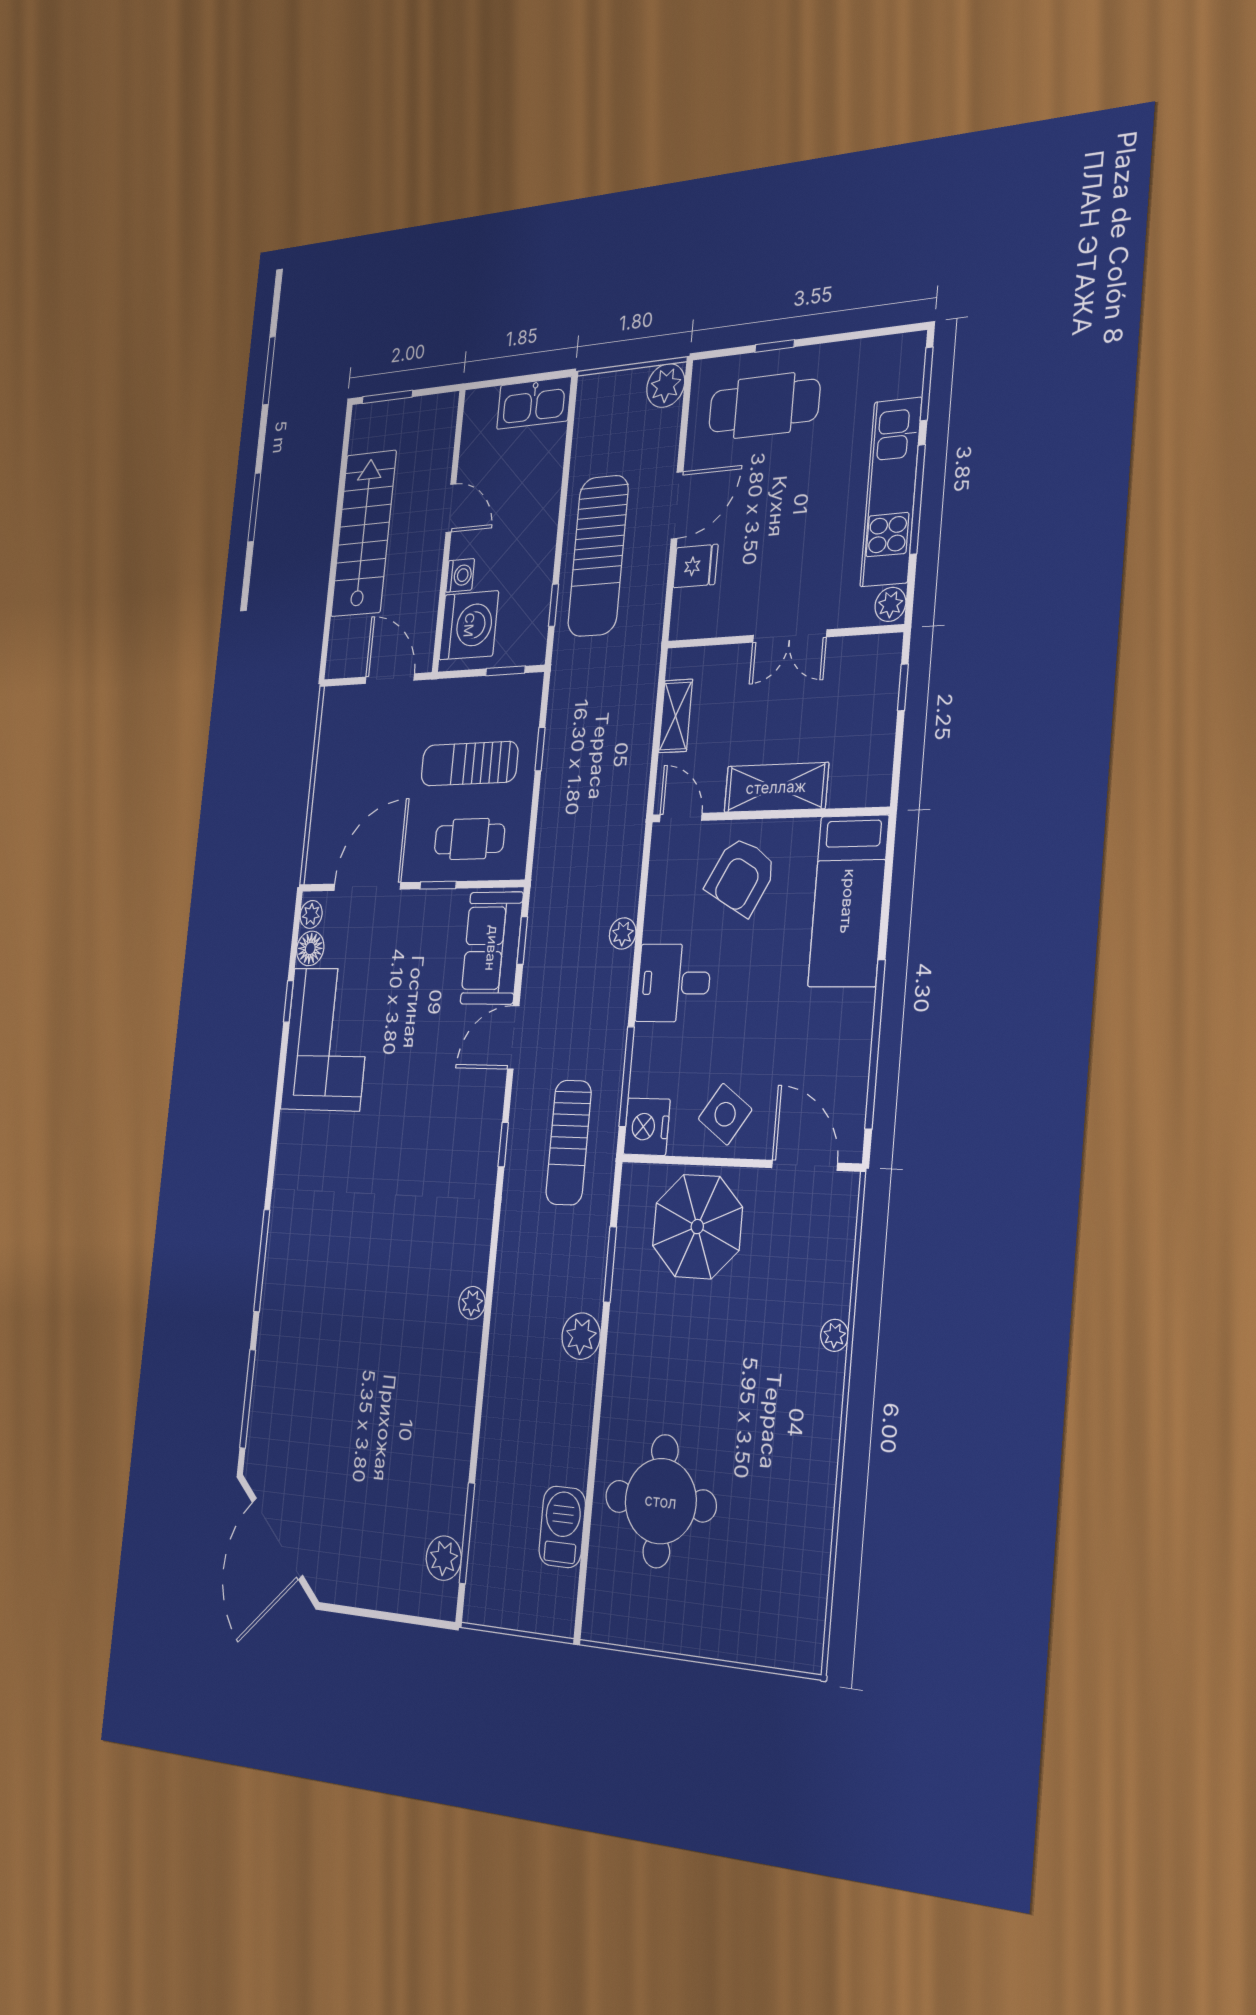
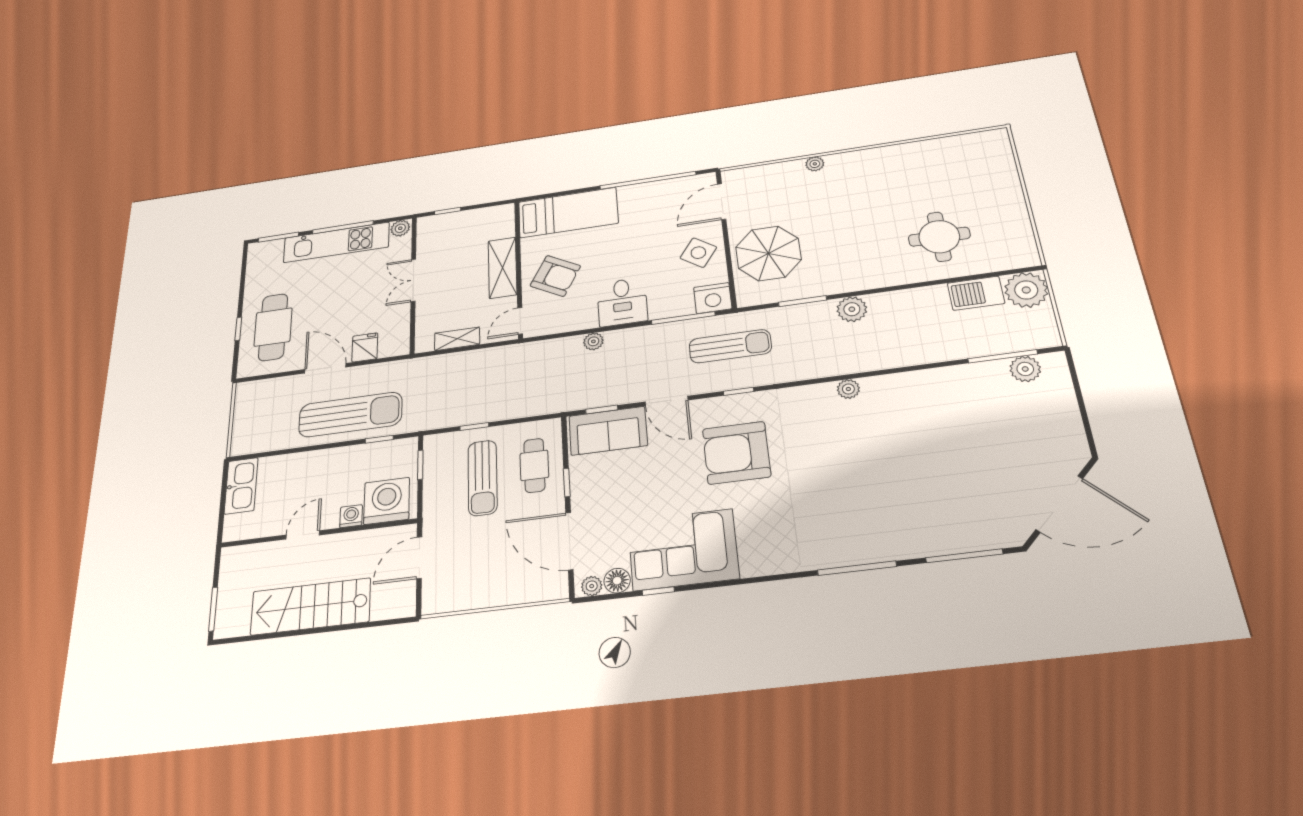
plant: (666, 385) -> (1026, 290), moved, width x1.36, depth x1.36
double door: (790, 636) -> (413, 280), swing flipped
armchair: (425, 1128) -> (736, 453), added
round table: (661, 1501) -> (939, 237), width x0.73, depth x0.73

